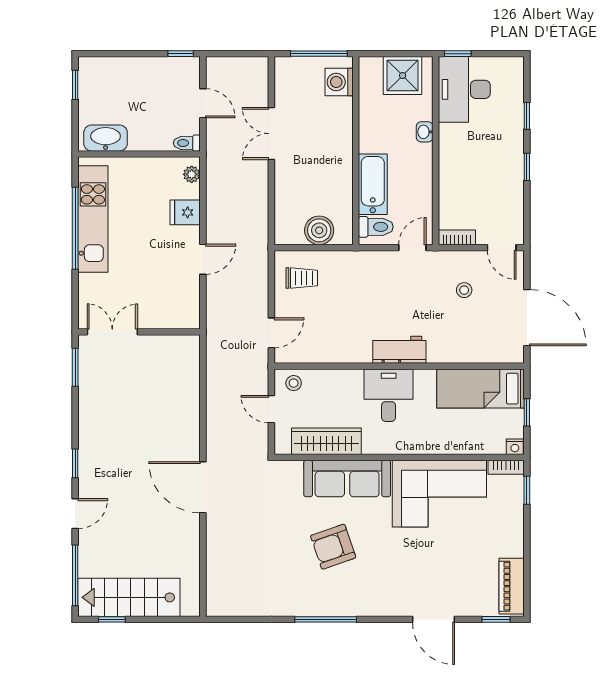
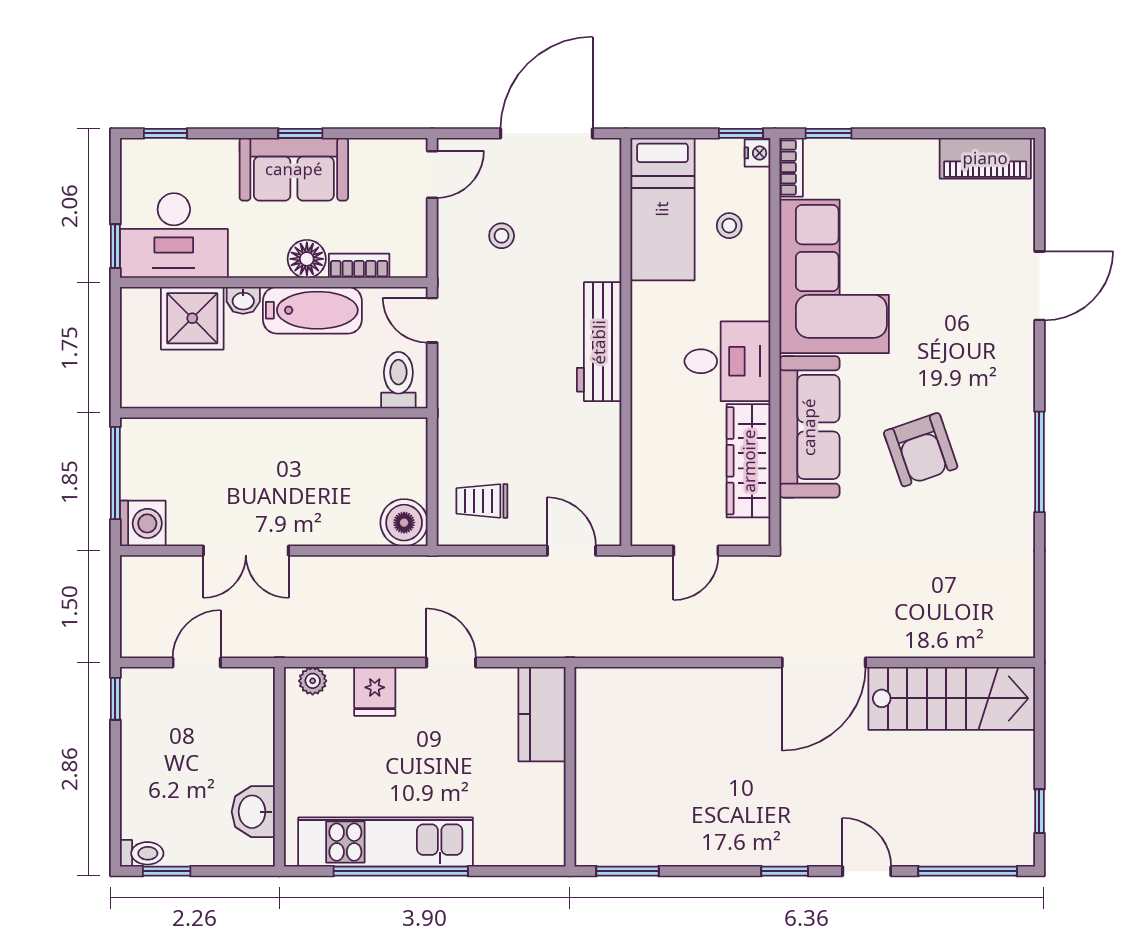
shower: (403, 76) -> (192, 318), moved
washing machine: (339, 82) -> (143, 523), moved, turned -90
window: (527, 116) -> (165, 133), moved
washbasin: (106, 138) -> (253, 812), width x0.72
toilet: (187, 143) -> (142, 853), moved, turned -90
sofa: (505, 163) -> (294, 169), added
floor lamp: (450, 171) -> (307, 259), added
bathtub: (373, 184) -> (312, 310), moved, turned 180
boiler: (319, 230) -> (404, 523), moved
bookcase: (457, 237) -> (359, 266), moved, turned 90
trolley: (302, 278) -> (482, 501), turned -90
kitchen counter: (171, 315) -> (542, 714), added
double door: (112, 332) -> (570, 810), removed
workbench: (399, 350) -> (599, 342), width x1.38
stool: (294, 383) -> (729, 226), moved
desk: (389, 395) -> (727, 361), moved, turned 180
window: (527, 412) -> (741, 133), moved
stairs: (129, 597) -> (952, 698), moved, turned -90
window: (496, 619) -> (1039, 184), removed

